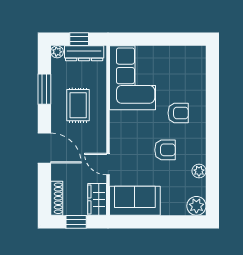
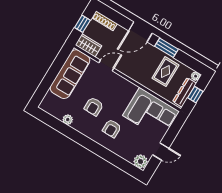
door: (170, 39) -> (161, 152), added
window: (44, 89) -> (167, 48), moved
rug: (78, 105) -> (165, 72), moved, turned 90
sofa: (135, 201) -> (70, 74), width x1.36
plant: (196, 206) -> (140, 162), moved

